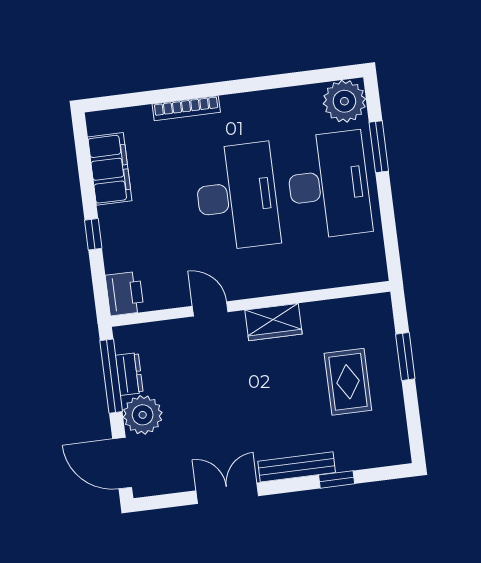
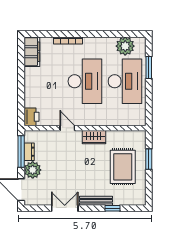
plant: (344, 101) -> (125, 46), moved
filing cabinet: (110, 169) -> (32, 52), moved
window: (93, 234) -> (21, 90), removed
rug: (348, 382) -> (123, 167), width x1.36, depth x1.43

